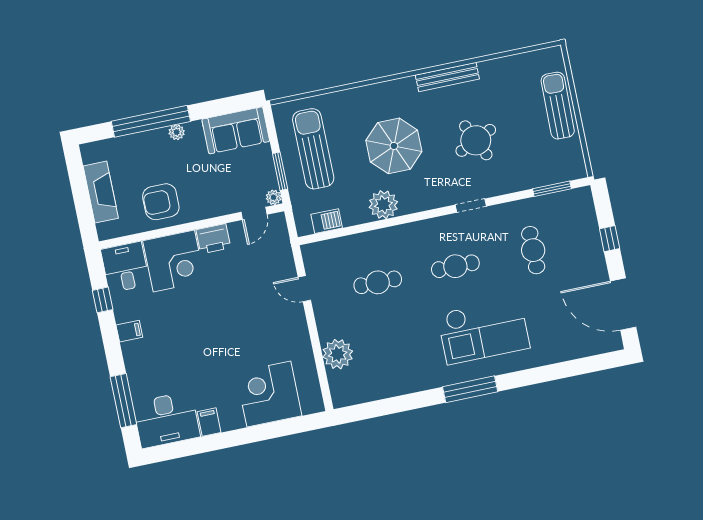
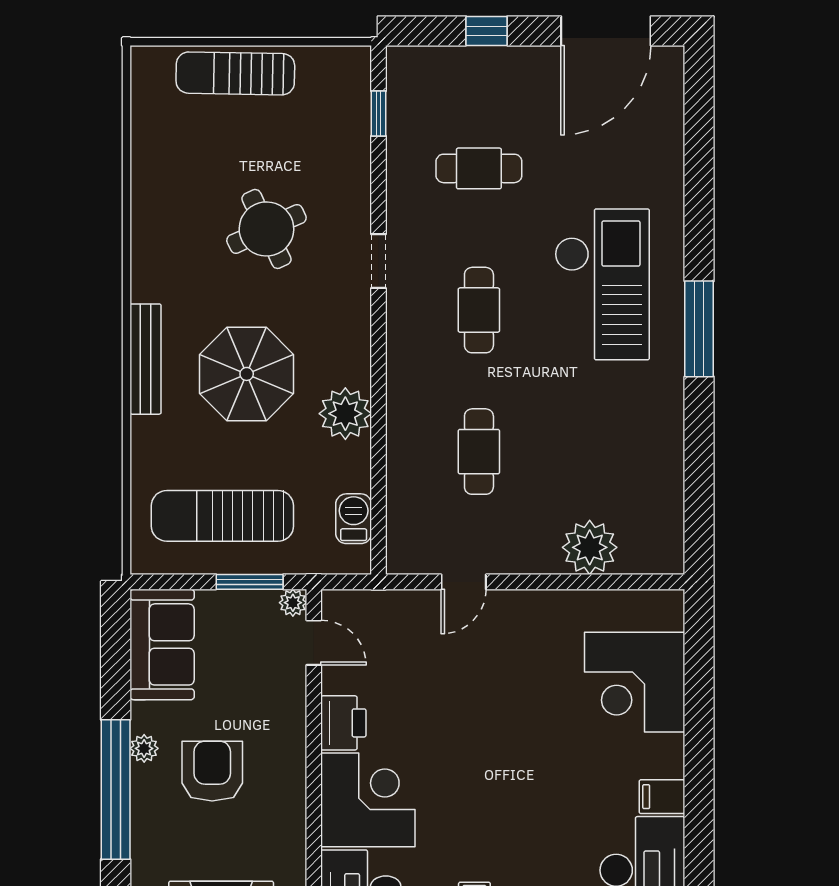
bench: (447, 77) -> (146, 359), moved
window: (552, 189) -> (379, 114), width x0.67
armchair: (161, 202) -> (212, 771), moved, turned 180

